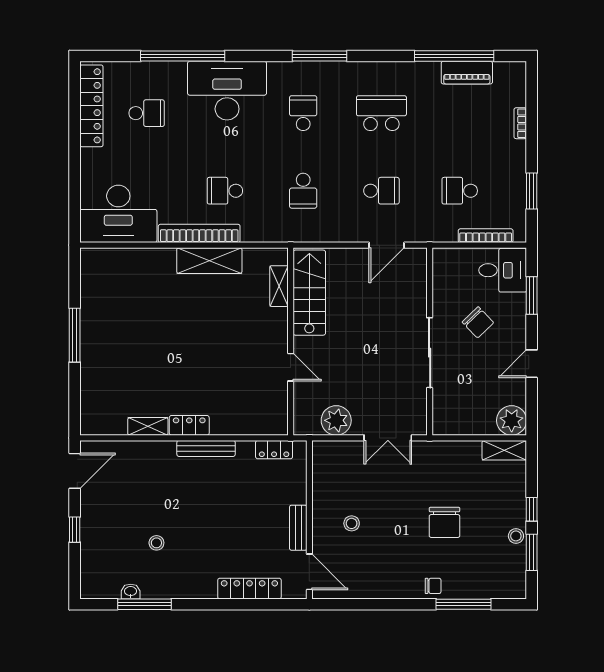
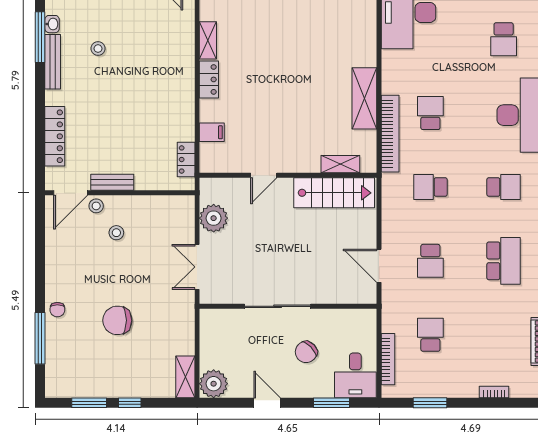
bookcase: (199, 233) -> (390, 134), moved
filing cabinet: (245, 422) -> (212, 132), added
bench: (206, 448) -> (53, 62), moved
stool: (516, 536) -> (96, 206), moved

